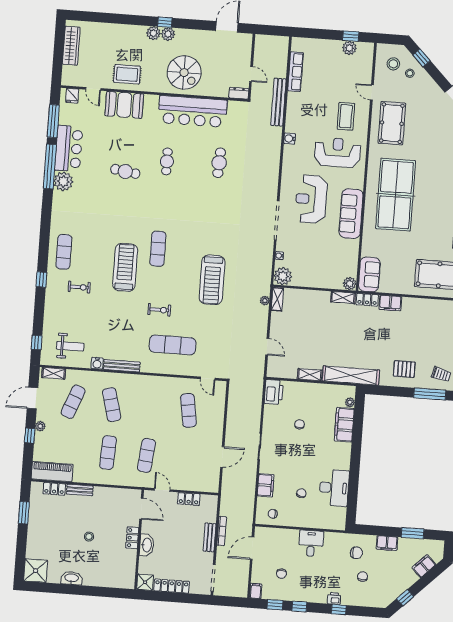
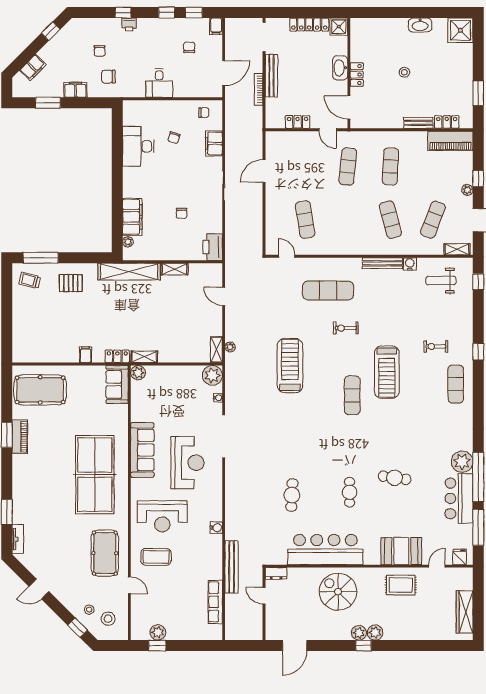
door: (93, 89) -> (437, 566), hinge flipped
coffee table: (346, 116) -> (156, 557), turned 90
filing cabinet: (390, 303) -> (86, 355), width x0.50
bench: (210, 537) -> (271, 76), width x1.36

